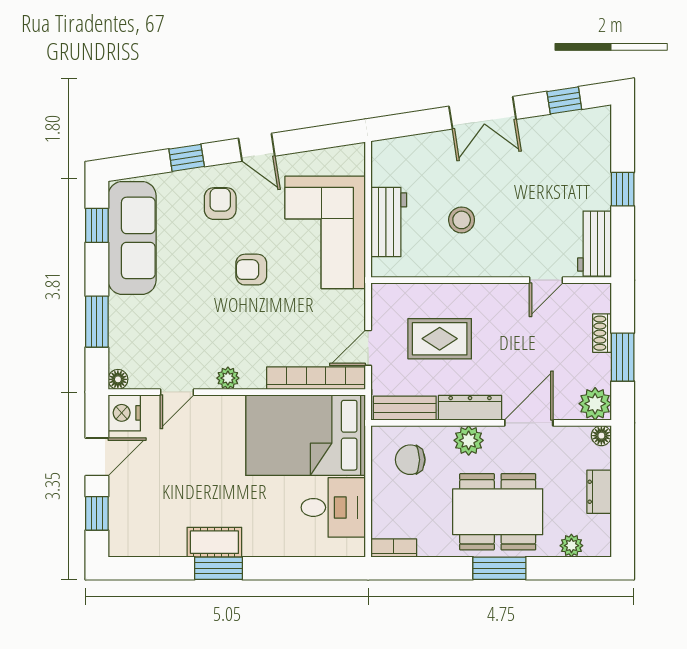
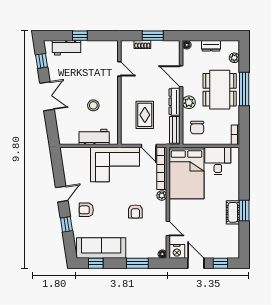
corner sofa: (325, 232) -> (115, 164), moved
workbench: (595, 244) -> (66, 48), moved
armchair: (251, 270) -> (135, 211), moved
plant: (228, 378) -> (162, 196), moved
plant: (595, 404) -> (173, 48), removed
window: (499, 568) -> (244, 89), width x1.44

